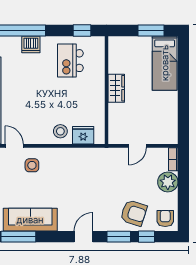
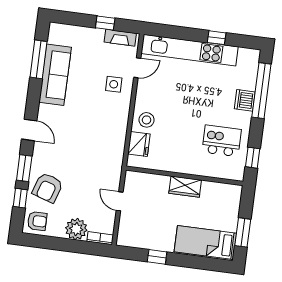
window: (183, 105) -> (157, 257), added

